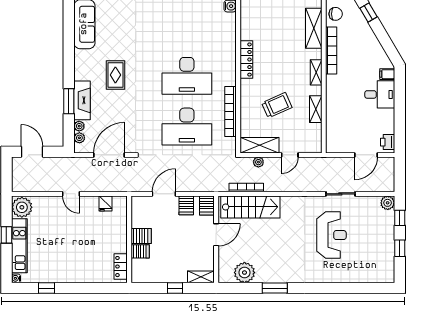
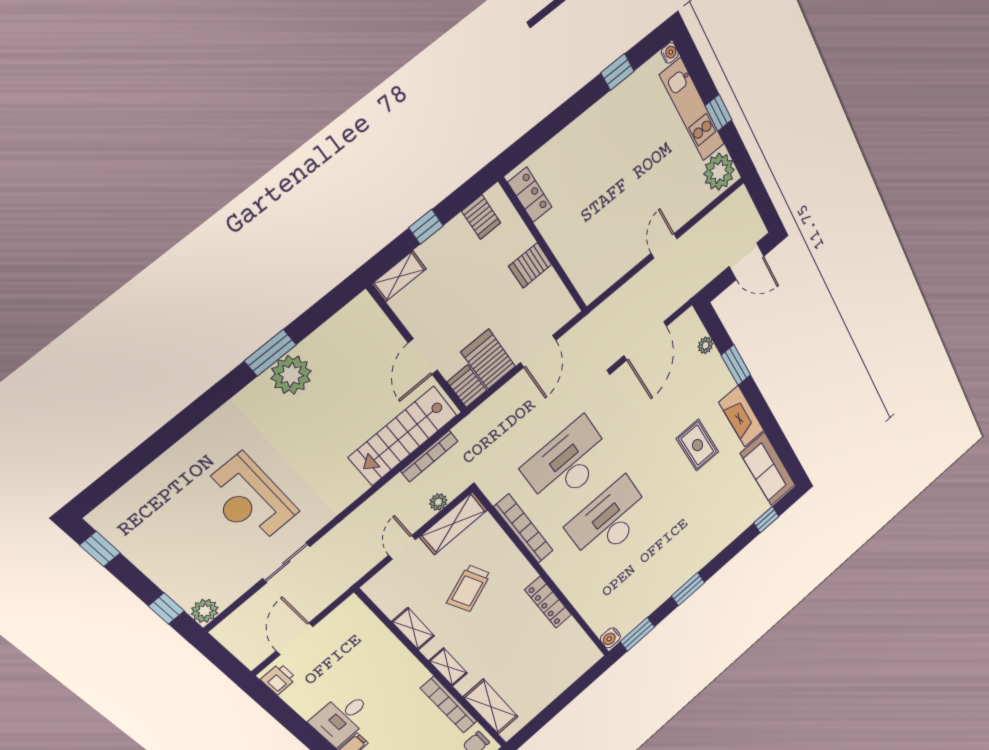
fireplace: (82, 100) -> (742, 416), moved
plant: (79, 138) -> (697, 331), removed
door: (71, 194) -> (664, 246), hinge flipped
fridge: (105, 204) -> (610, 271), removed
server rack: (186, 205) -> (488, 359), width x1.36, depth x1.44
window: (400, 248) -> (100, 549), moved
server rack: (140, 251) -> (481, 217), moved, turned -90
plant: (244, 273) -> (291, 375), moved

